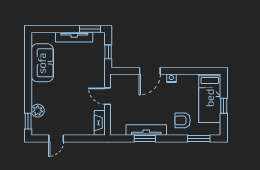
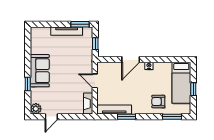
sofa: (42, 63) -> (40, 71), moved
plant: (38, 111) -> (36, 109), moved
window: (28, 121) -> (28, 84), moved
tv unit: (146, 130) -> (114, 110), moved

